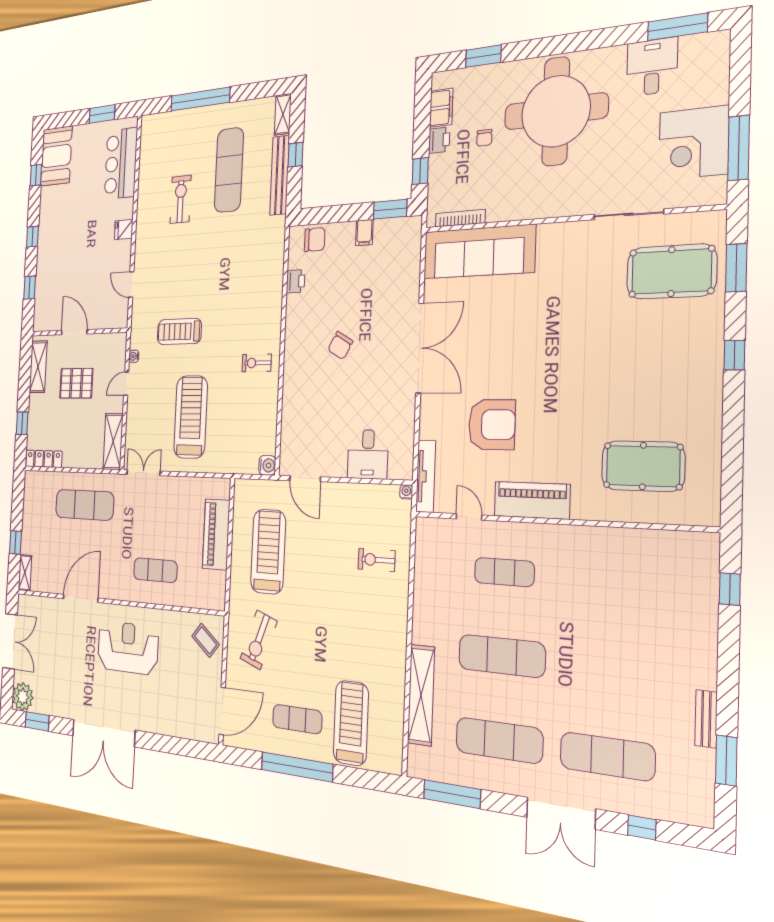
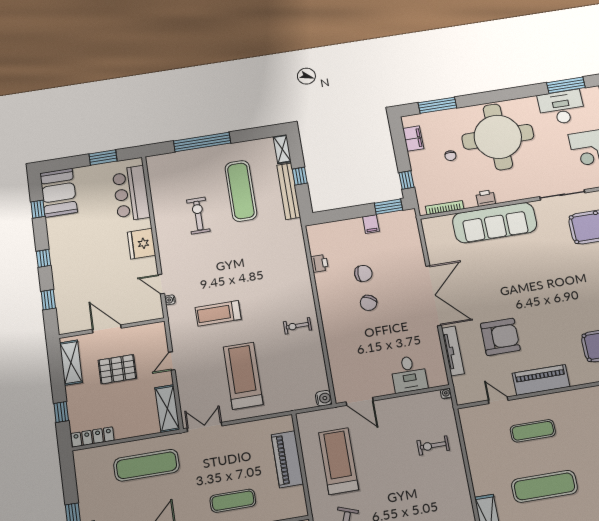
window: (483, 56) -> (437, 105), width x1.44
desk: (652, 67) -> (561, 107), width x1.37
printer: (439, 140) -> (486, 198), moved, turned -90
fridge: (124, 230) -> (141, 244), width x1.88, depth x1.34
chair: (315, 240) -> (363, 273), moved
sofa: (479, 252) -> (495, 223), moved
water cooler: (134, 356) -> (170, 300), moved
tv unit: (426, 476) -> (453, 351), moved

